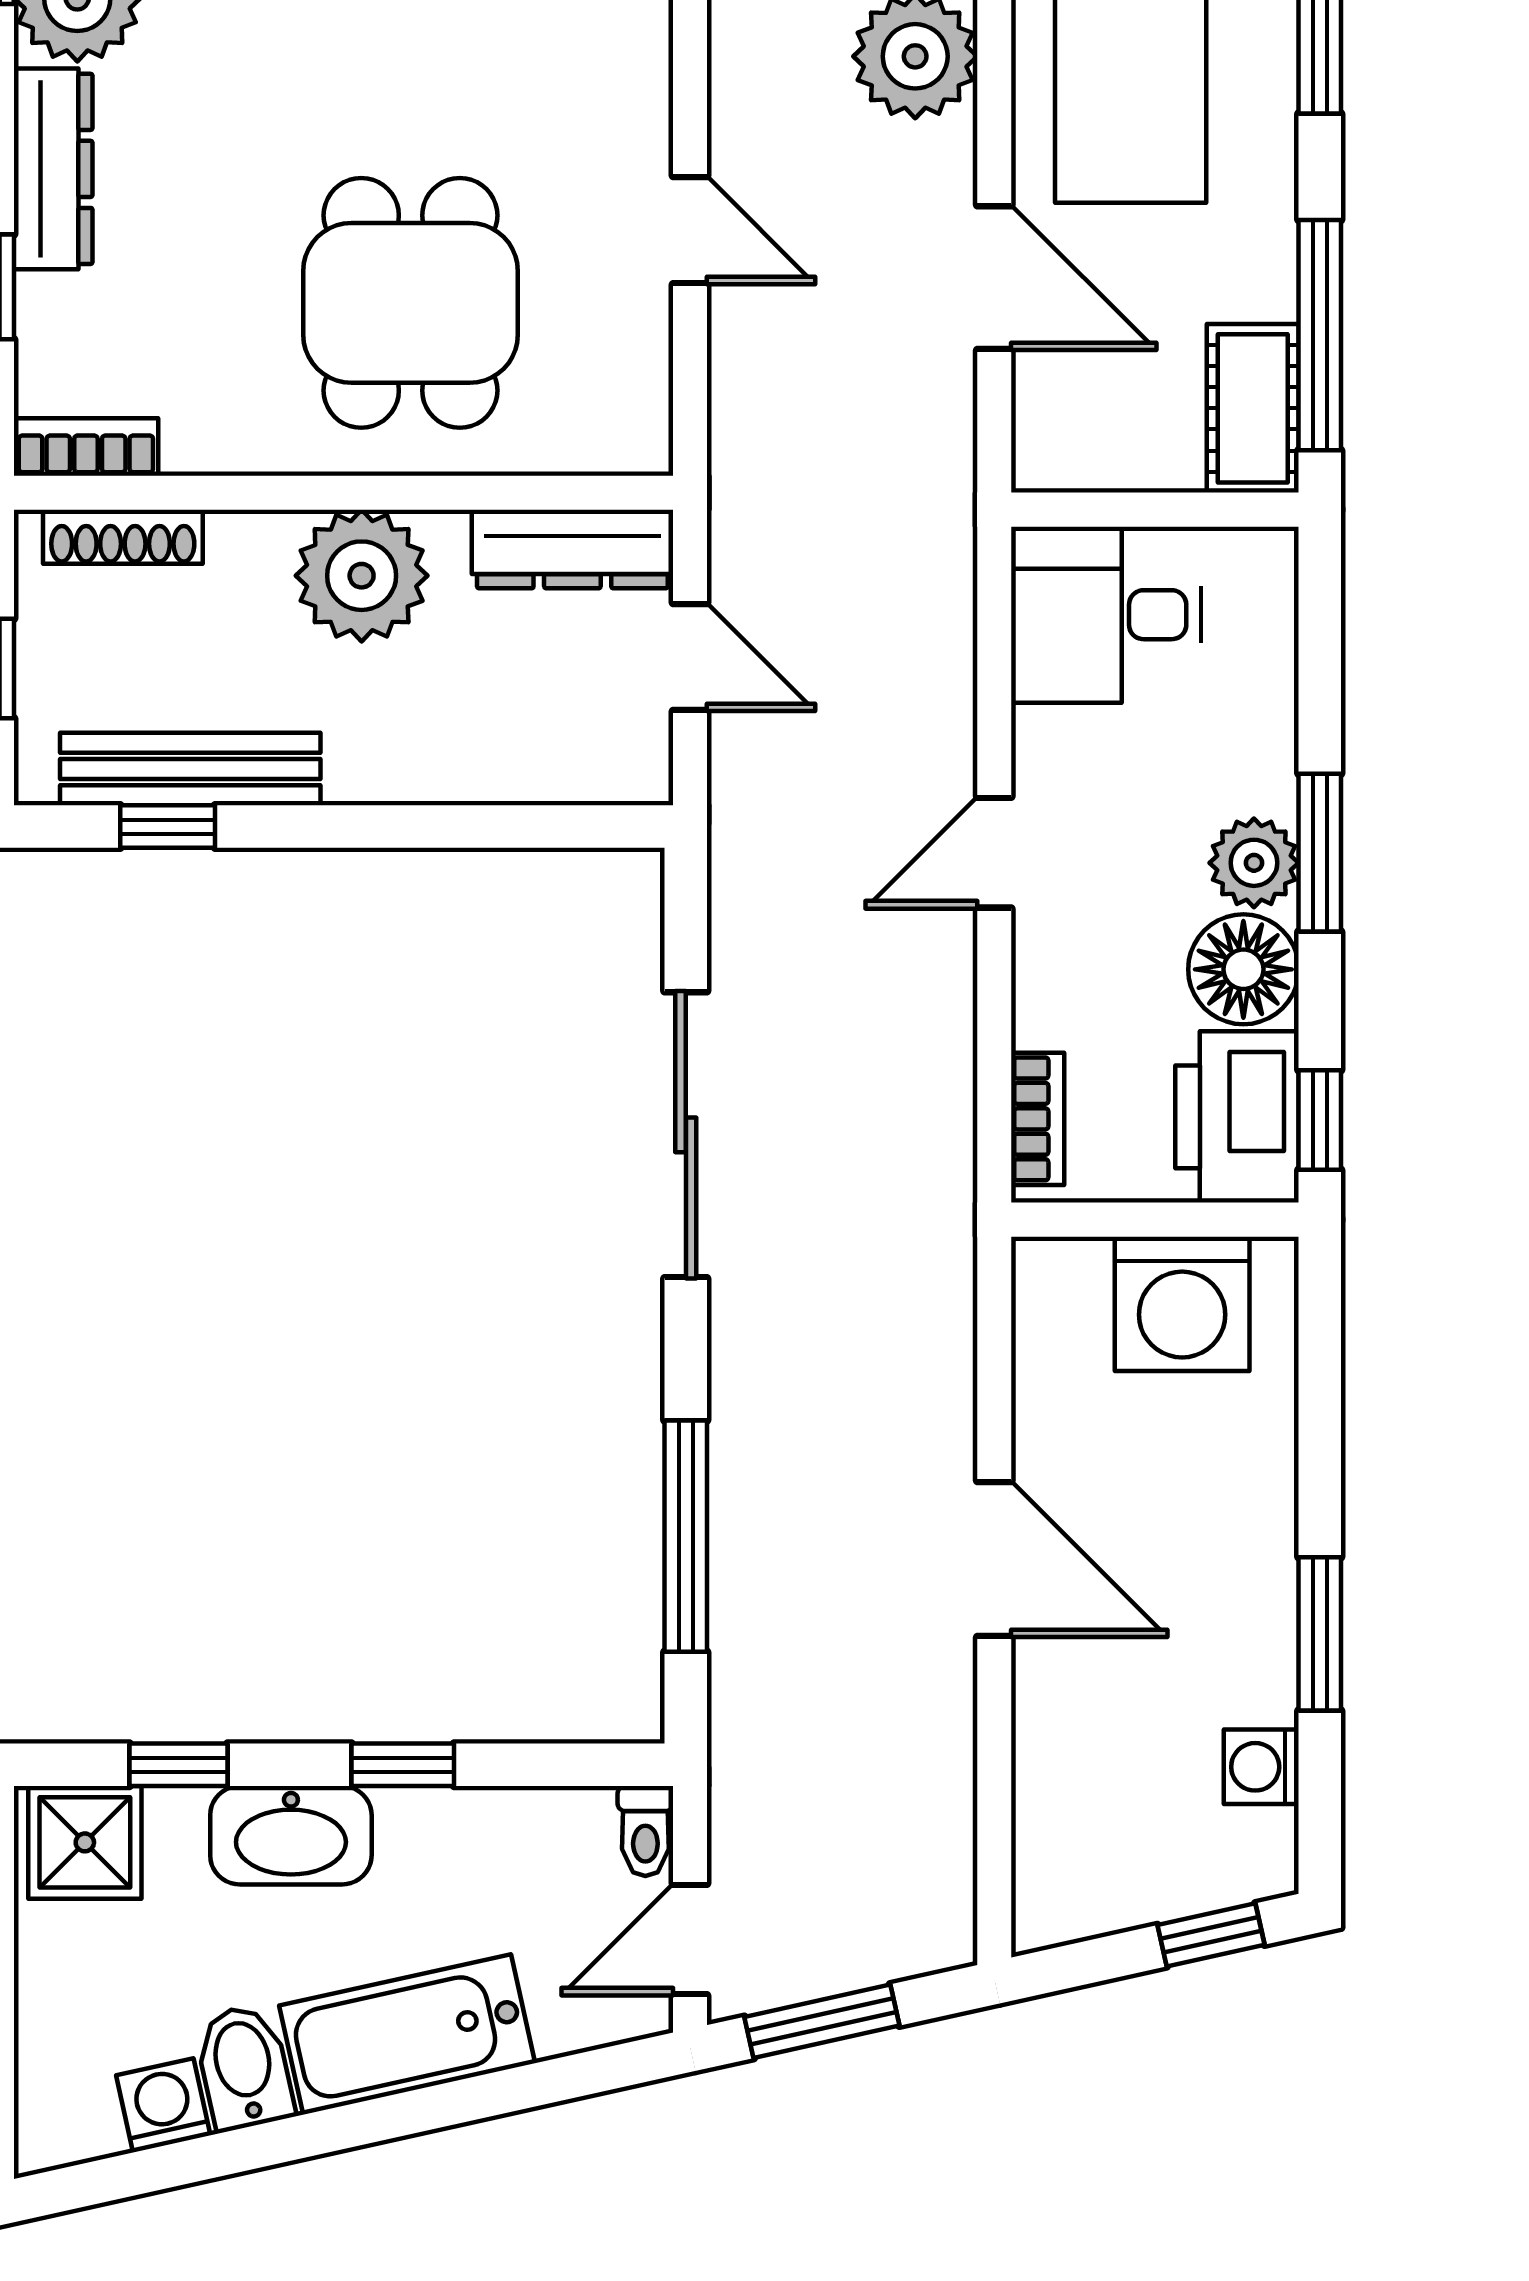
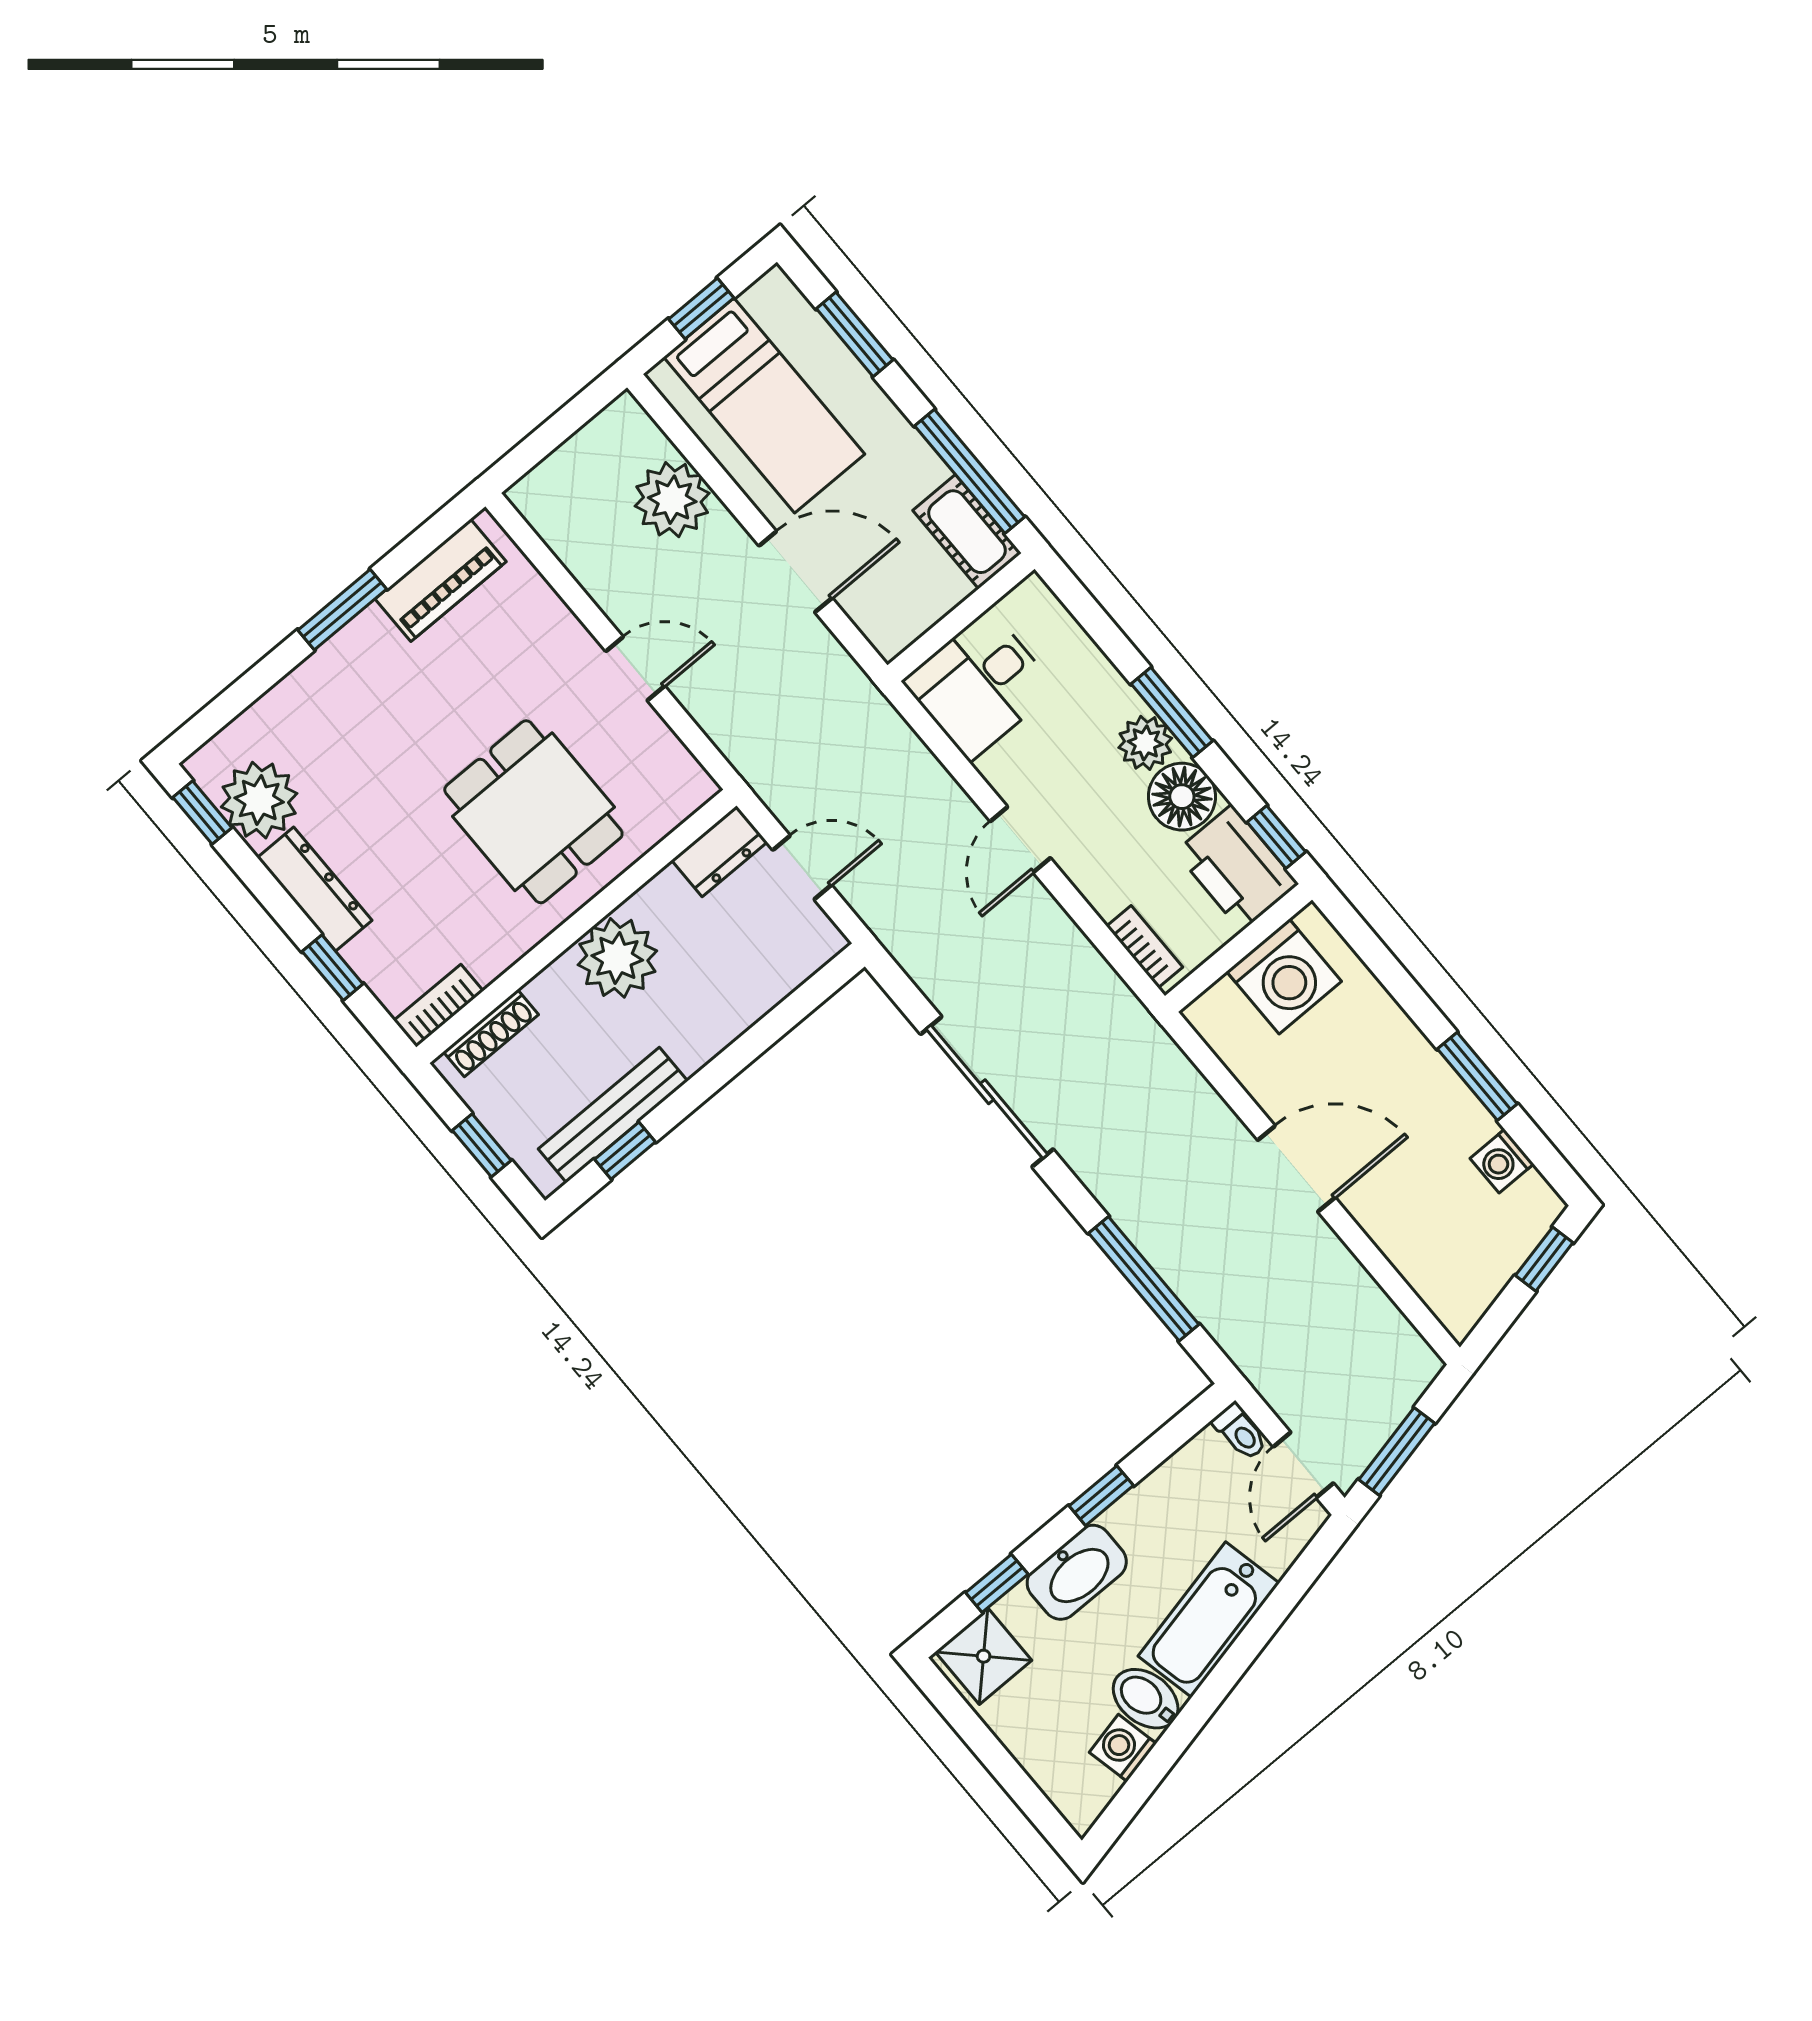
dresser: (572, 549) -> (719, 851), width x0.70

